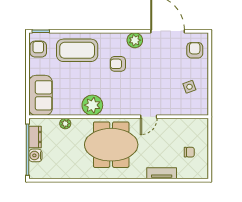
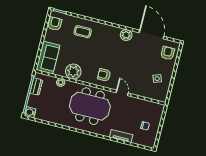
coffee table: (77, 50) -> (83, 32), width x0.54, depth x0.58
armchair: (118, 64) -> (104, 75), moved
plant: (92, 105) -> (73, 72), moved
door: (149, 117) -> (122, 93), swing flipped
water cooler: (35, 155) -> (30, 112), moved

